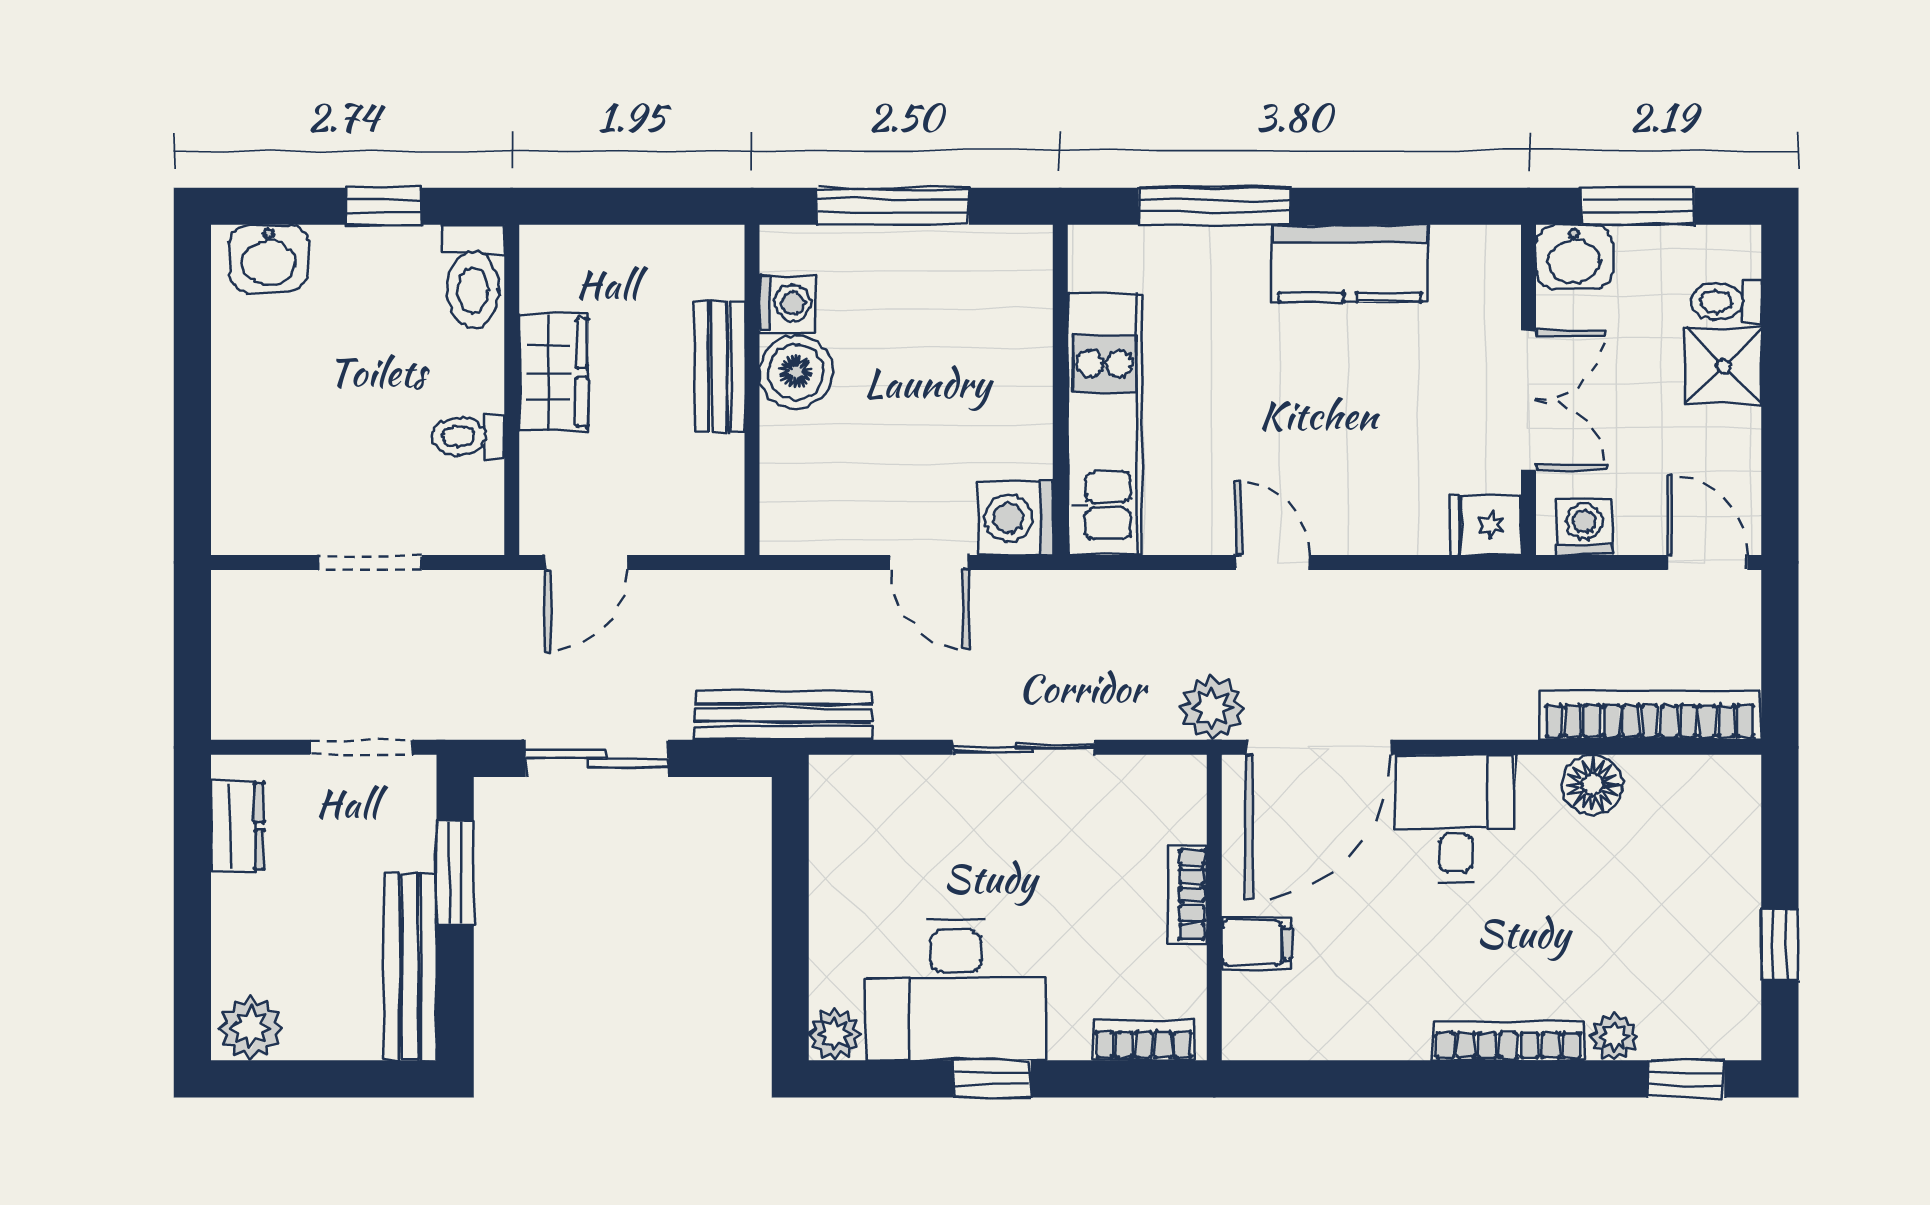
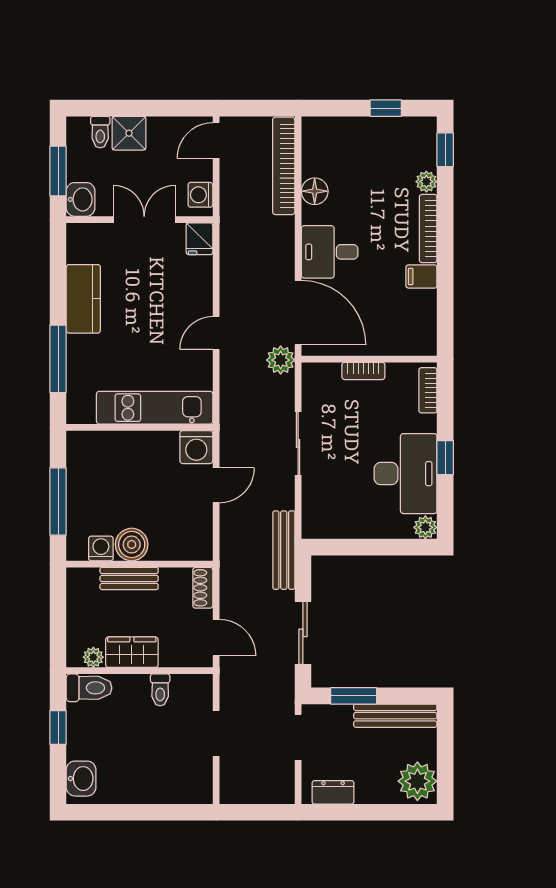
plant: (542, 286) -> (93, 657), added
shoe rack: (699, 533) -> (203, 588), added
filing cabinet: (1257, 943) -> (421, 277), moved, turned -90
plant: (251, 1028) -> (417, 781), width x1.36, depth x1.36

